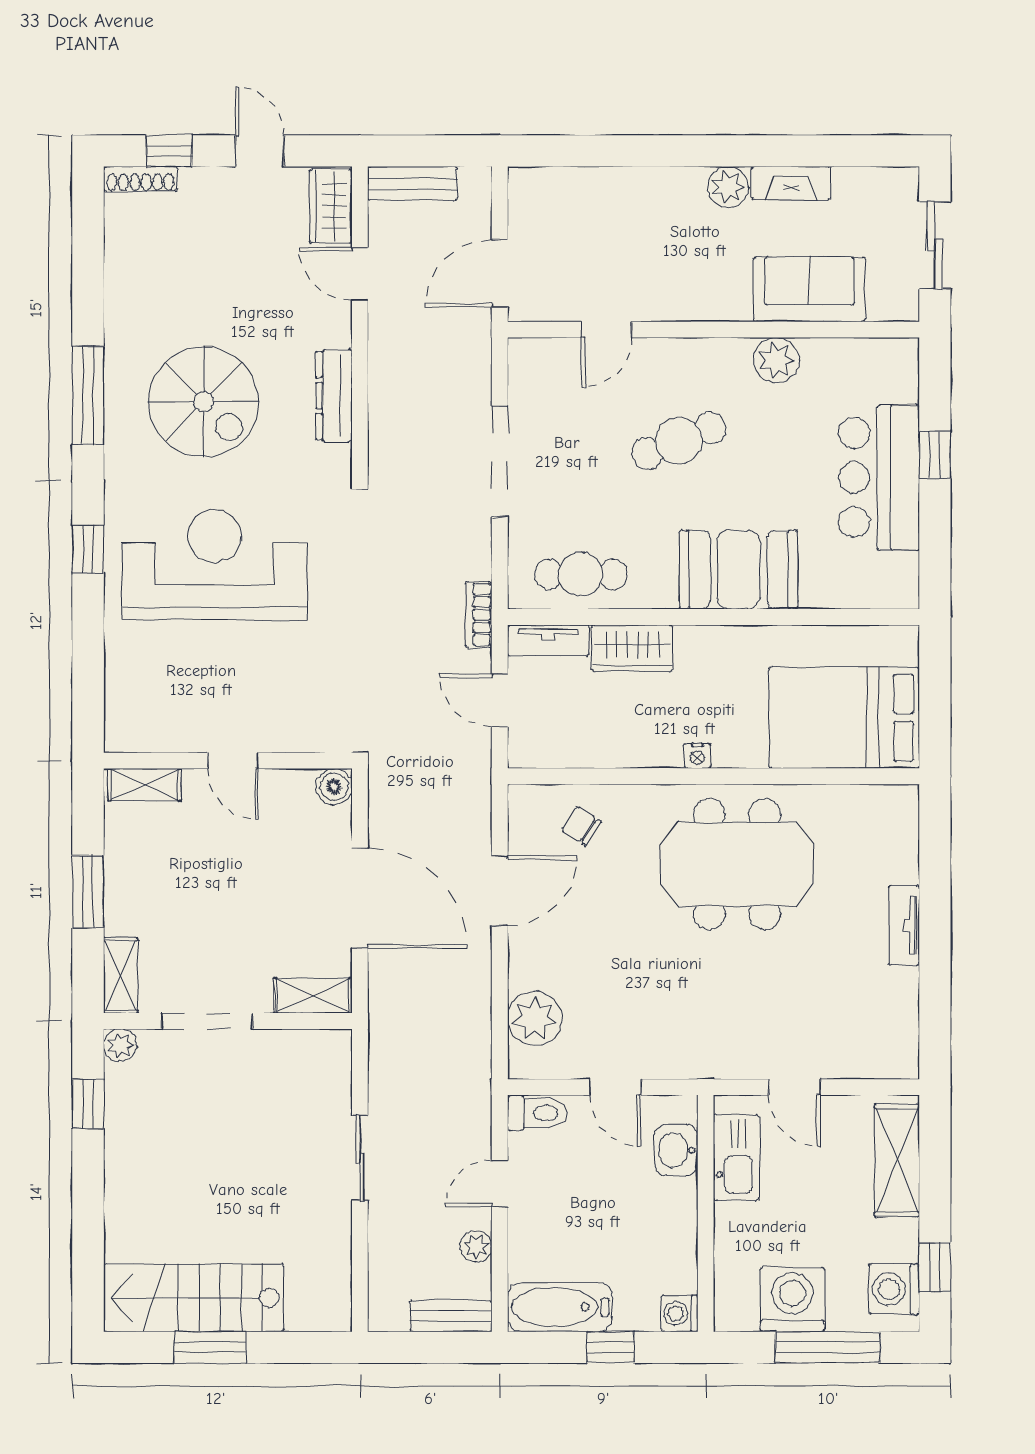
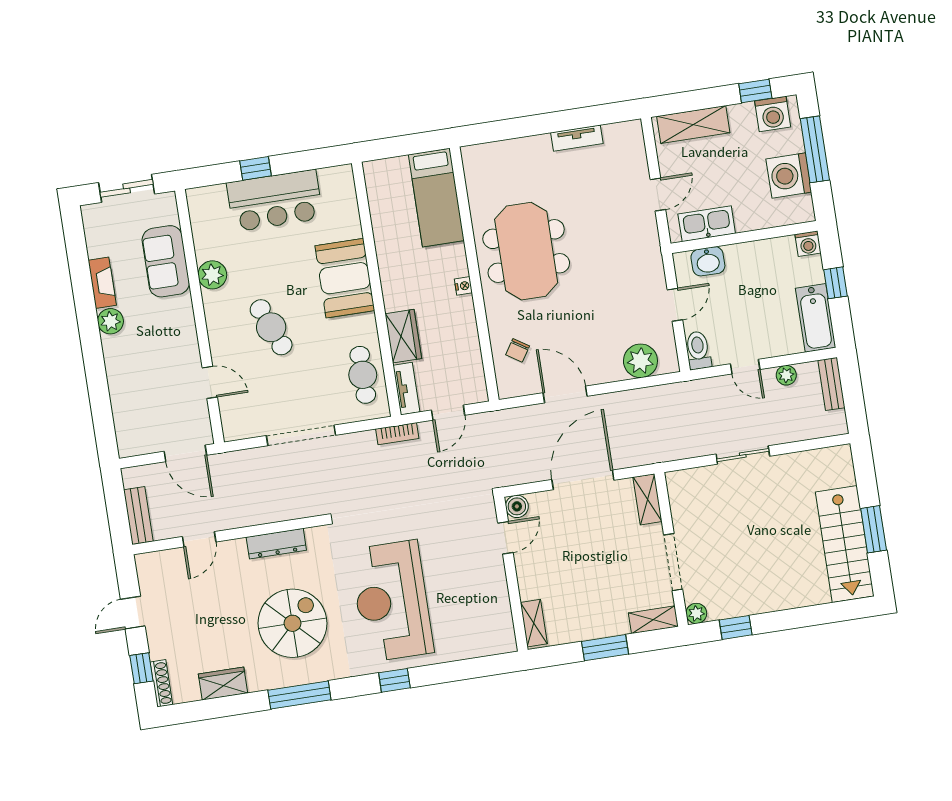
wardrobe: (331, 206) -> (223, 684), moved, turned 180
bed: (844, 718) -> (436, 198), width x0.67
door: (233, 761) -> (505, 538), moved
tv unit: (904, 925) -> (577, 138), moved

